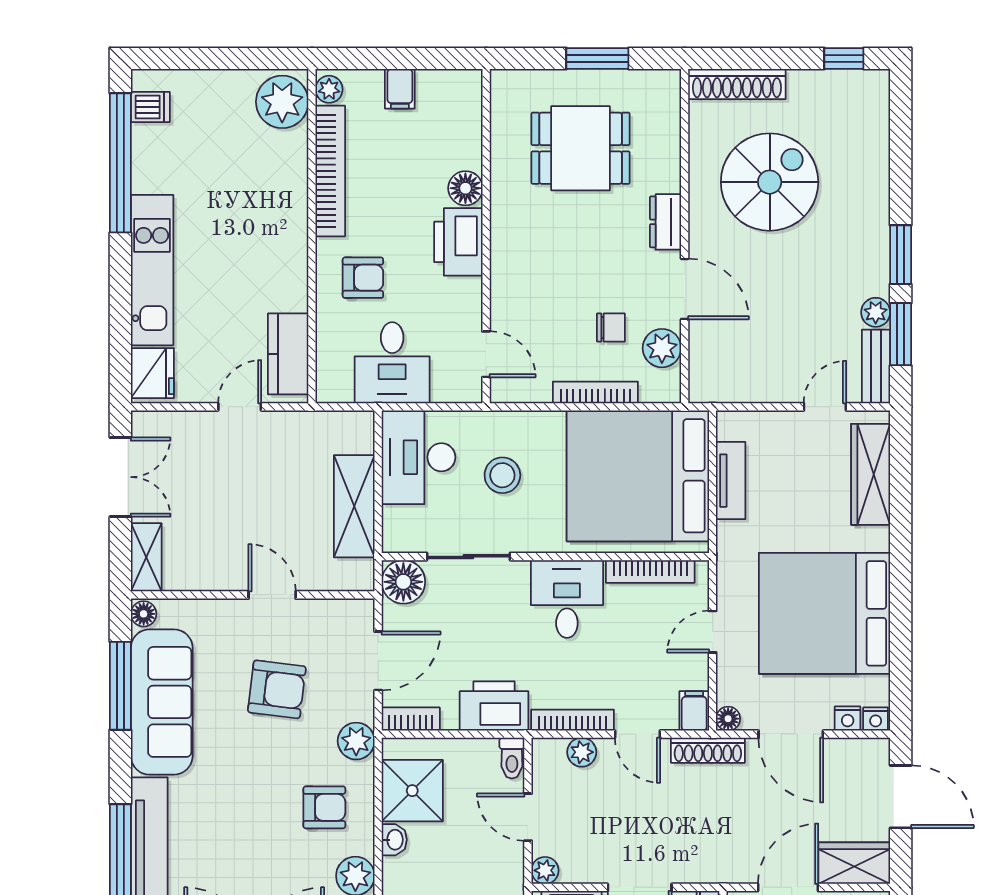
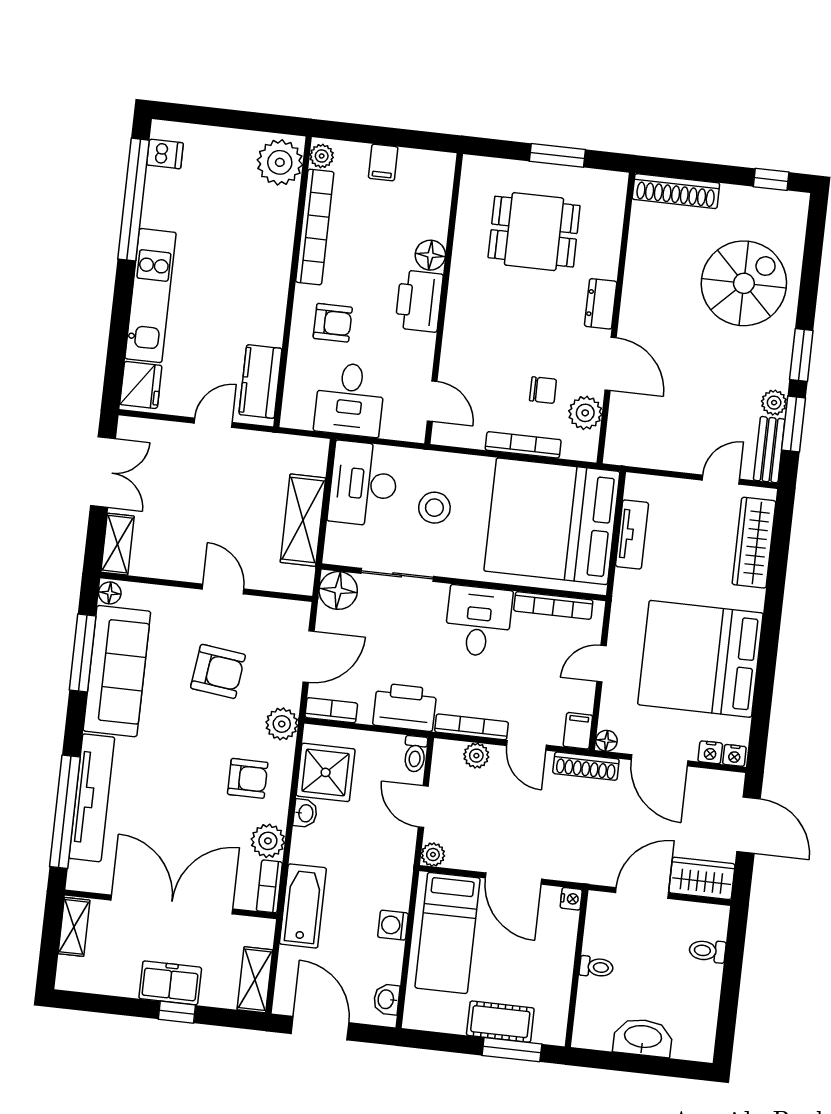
spiral stairs: (770, 182) -> (744, 283), moved

